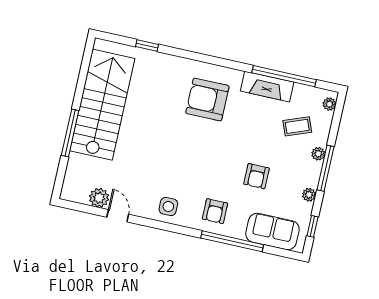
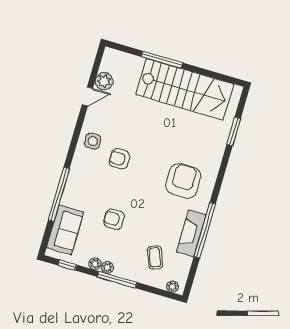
window: (147, 45) -> (234, 131), width x1.50
window: (284, 76) -> (205, 230), moved
plant: (318, 154) -> (107, 267), moved
armchair: (215, 211) -> (120, 159), moved

